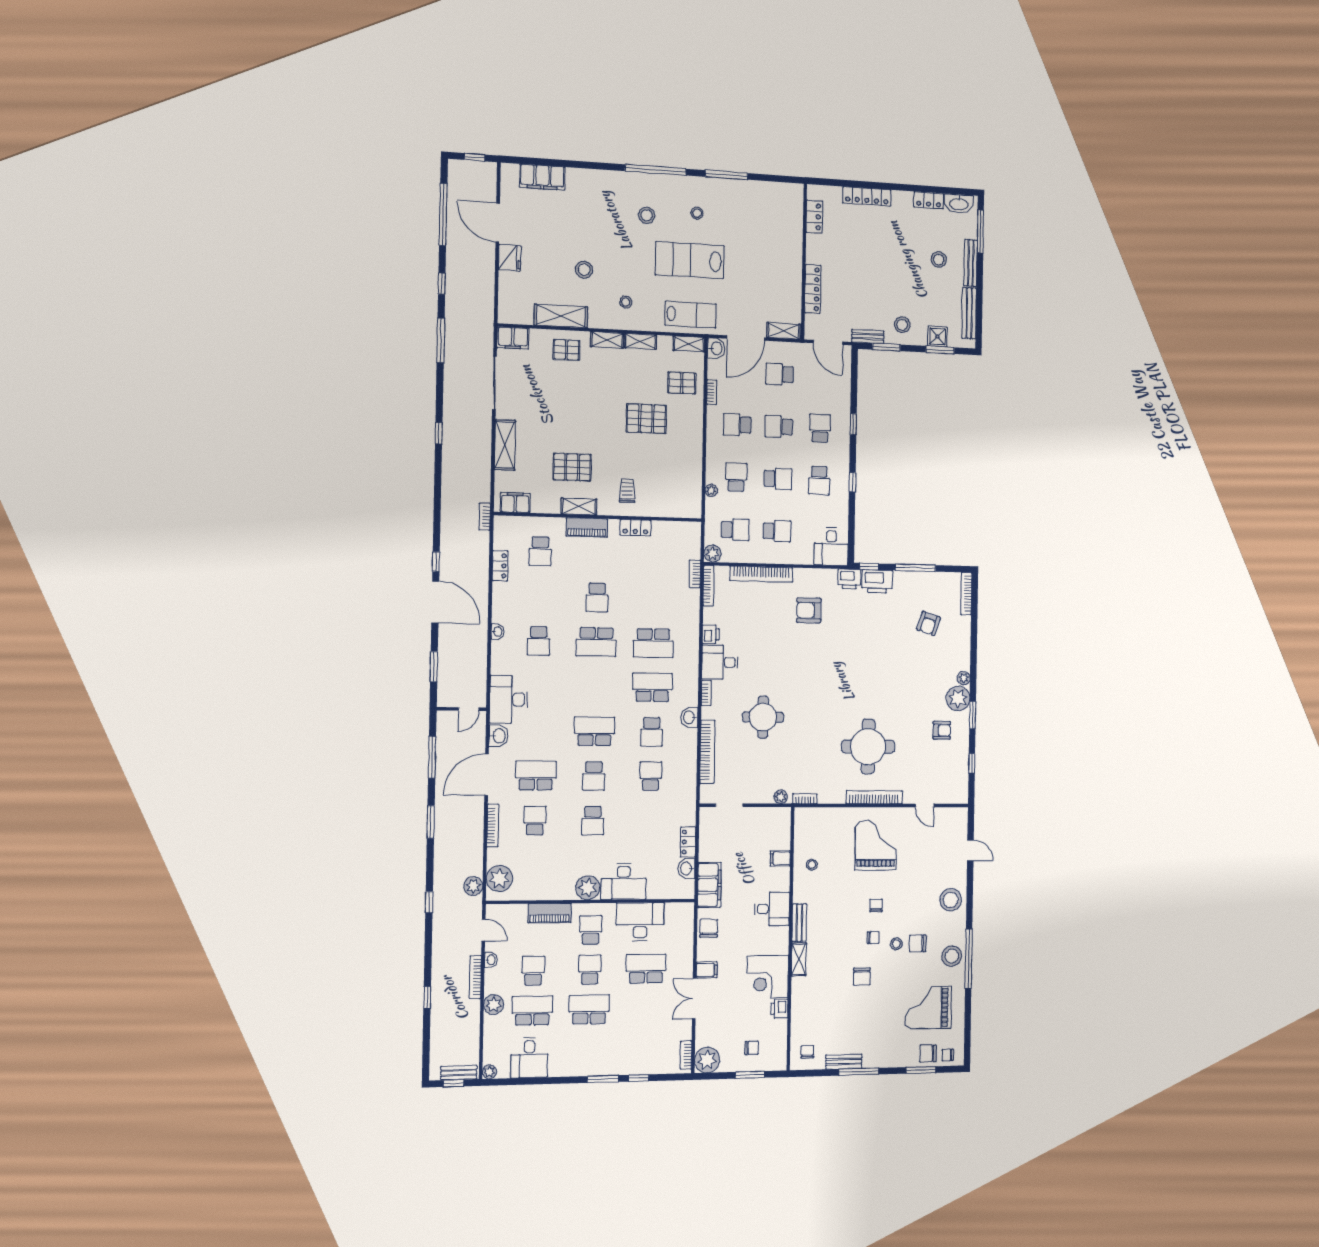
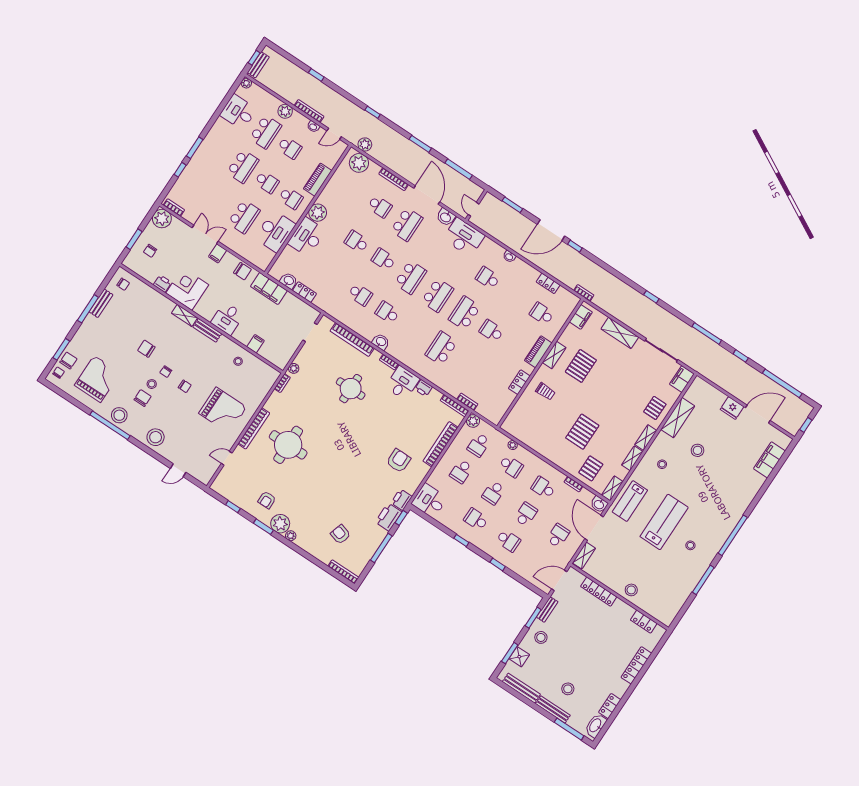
stool: (647, 215) -> (631, 590), moved
school desk: (737, 425) -> (543, 488), turned -90
school desk: (652, 687) -> (437, 295), moved

